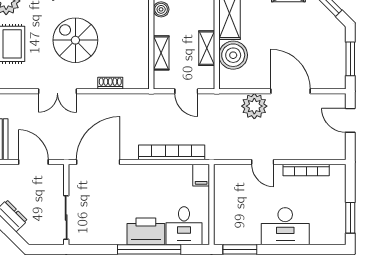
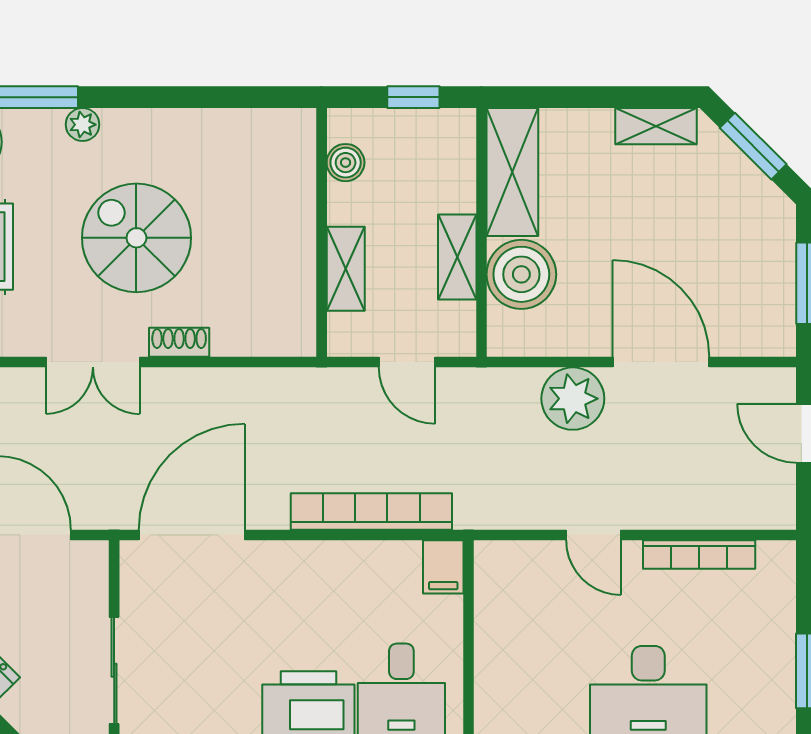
shoe rack: (110, 83) -> (179, 342), moved

